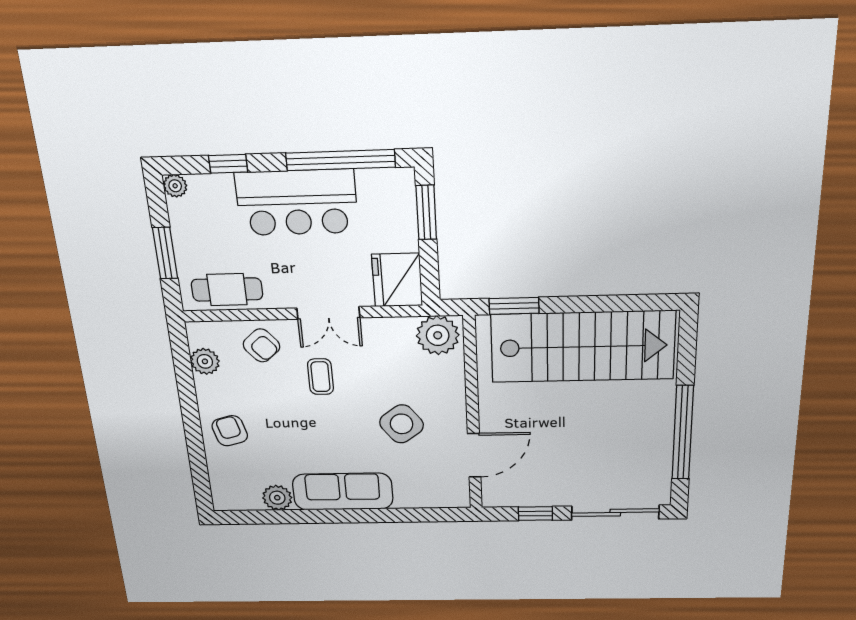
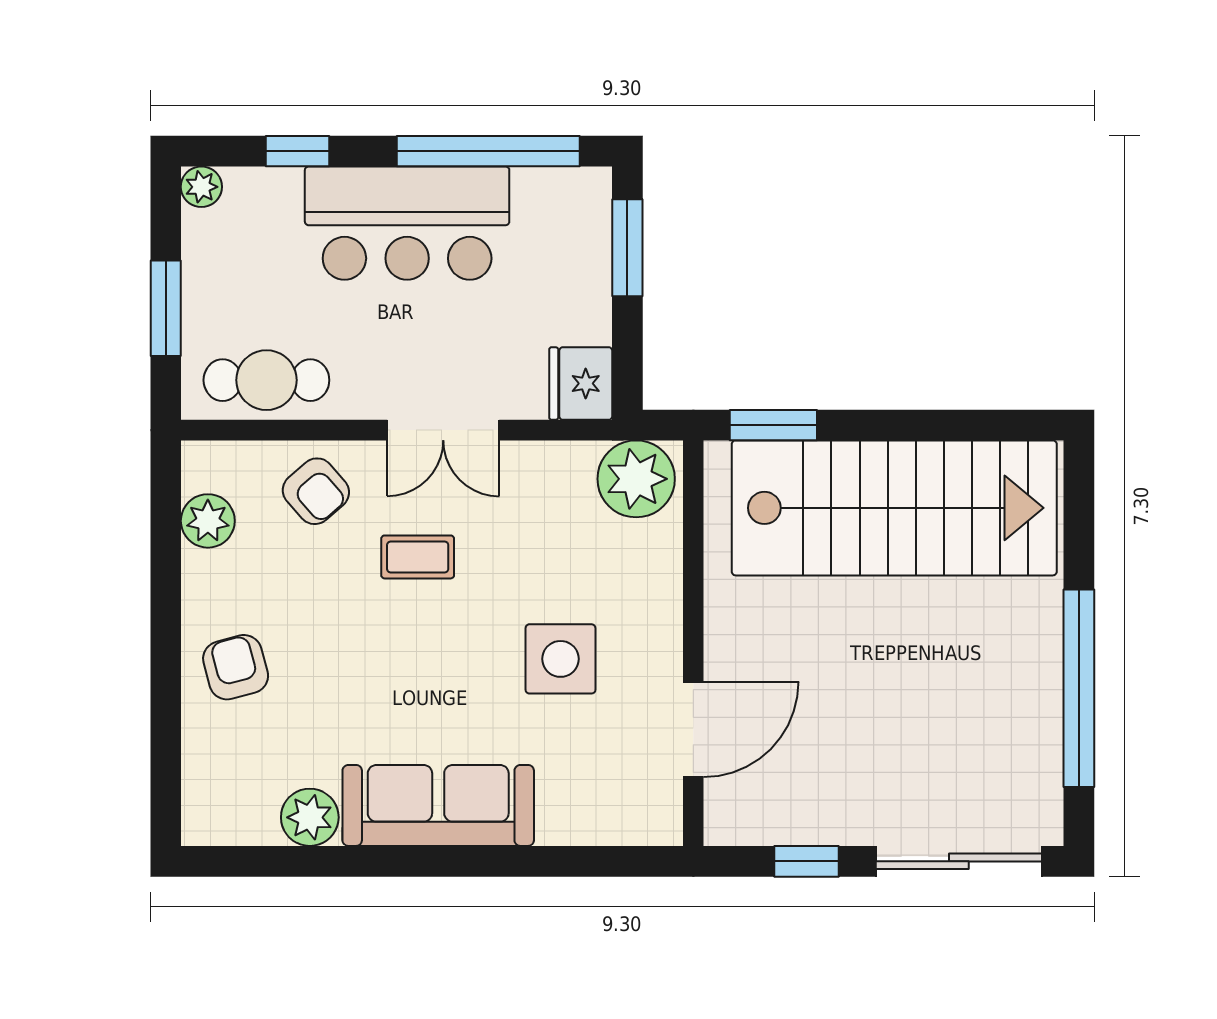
fridge: (397, 280) -> (581, 383), width x0.73, depth x0.75
coffee table: (320, 377) -> (418, 557), turned 90
side table: (402, 424) -> (560, 659), turned 37

